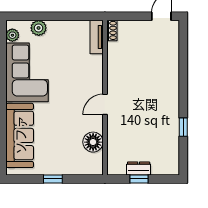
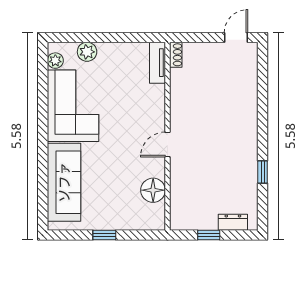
dresser: (139, 168) -> (233, 222), moved

